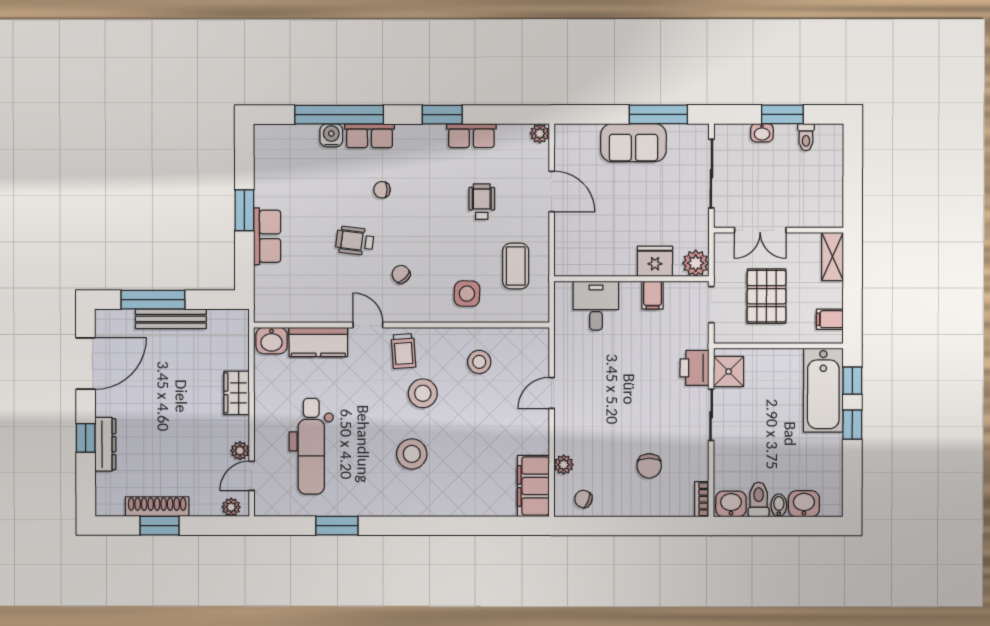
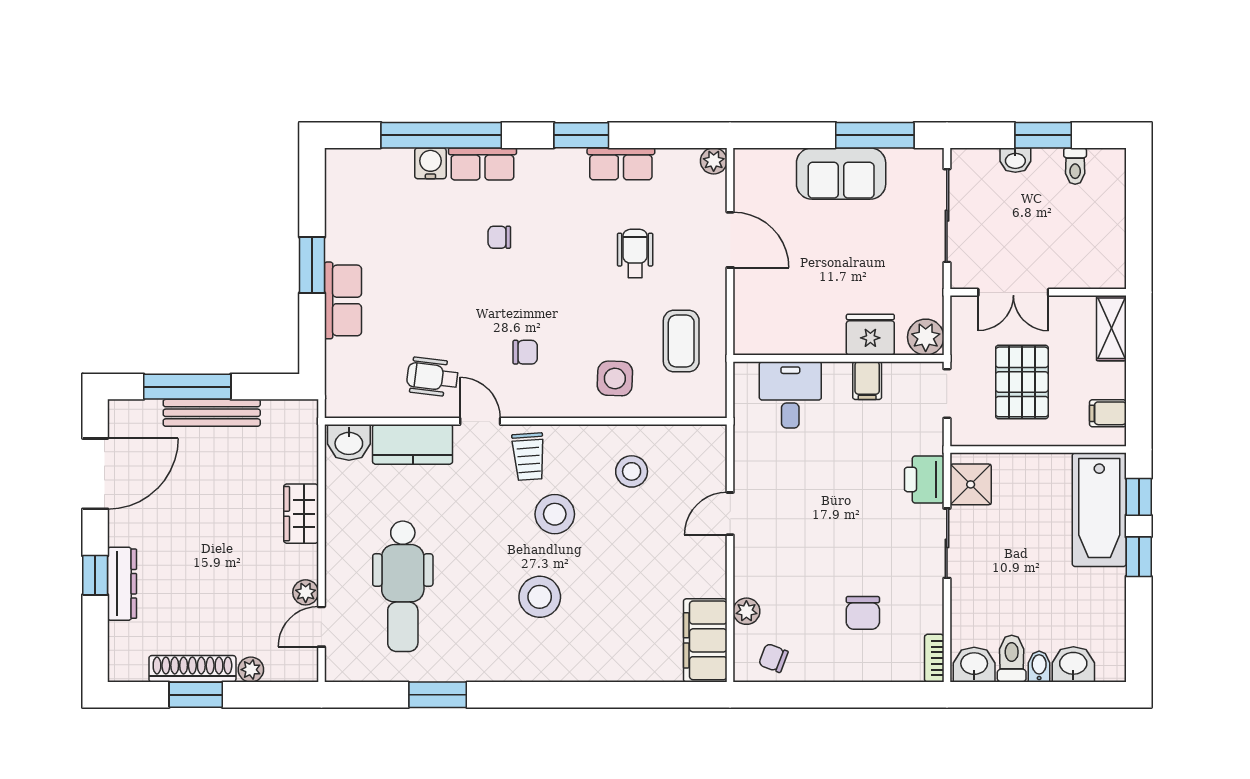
wheelchair: (355, 241) -> (432, 377), moved
chair: (401, 274) -> (525, 352), turned 133
plant: (231, 507) -> (251, 670), moved

